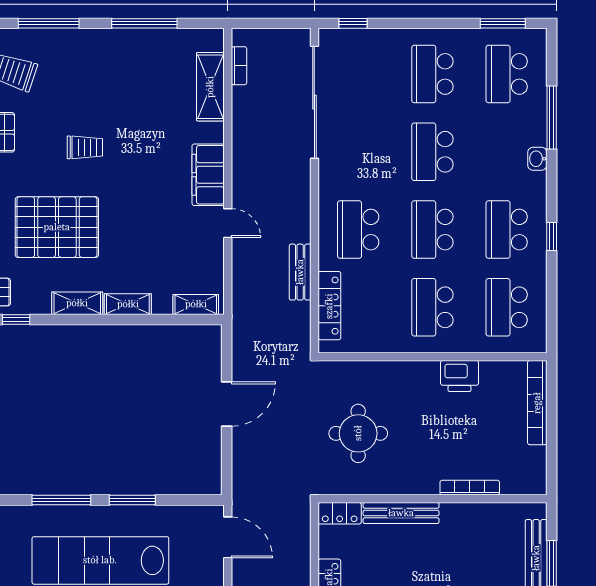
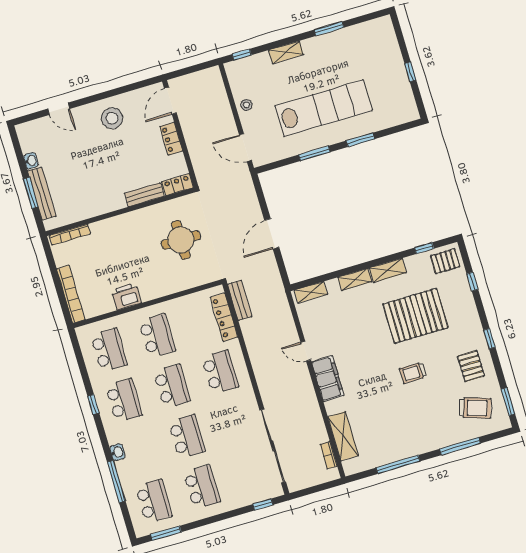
bench: (300, 272) -> (240, 300), moved
bookcase: (470, 488) -> (70, 235), moved
window: (61, 500) -> (360, 140), width x0.69
bench: (401, 513) -> (144, 195), width x0.73

